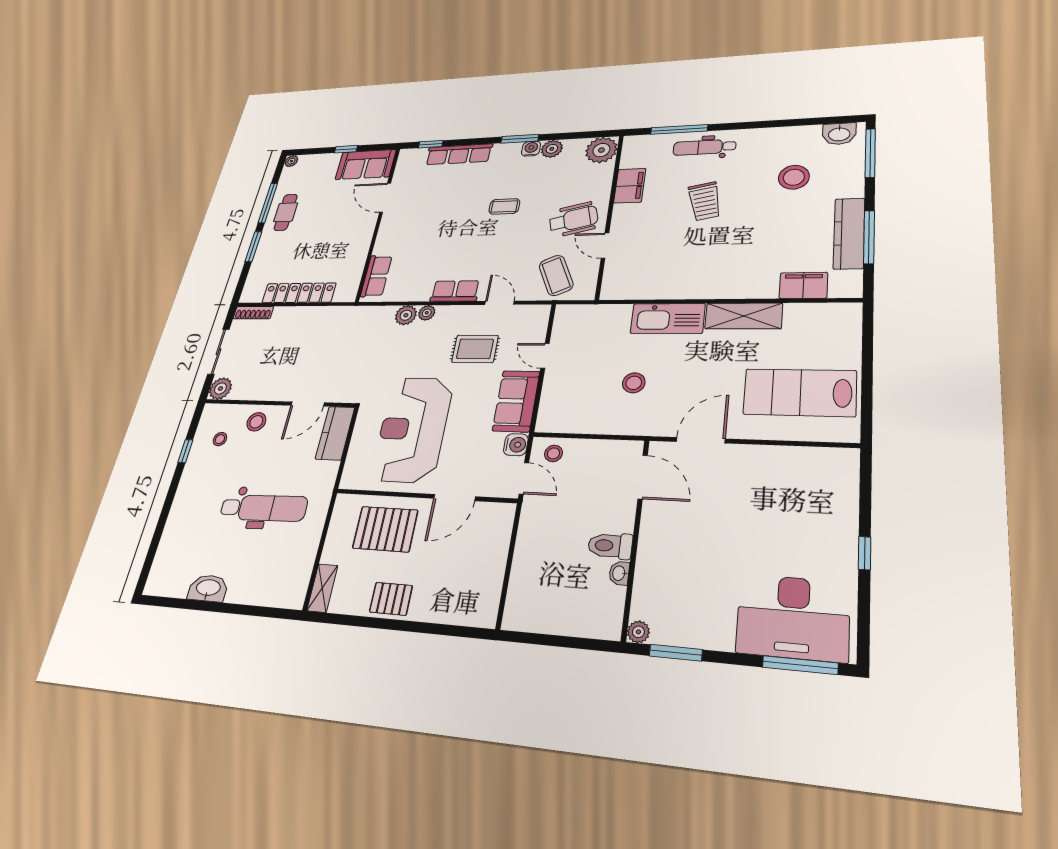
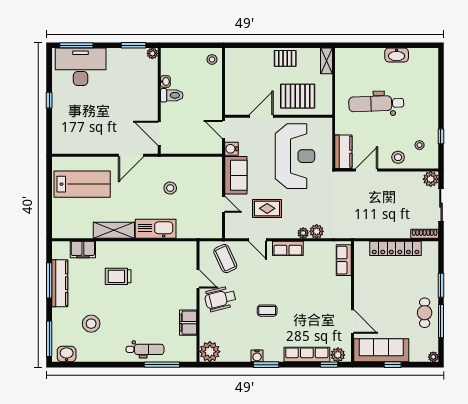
plant: (552, 149) -> (338, 355), moved
sofa: (366, 164) -> (381, 350), width x1.36
trolley: (705, 201) -> (118, 276), moved, turned -78
stool: (553, 453) -> (212, 59), moved

